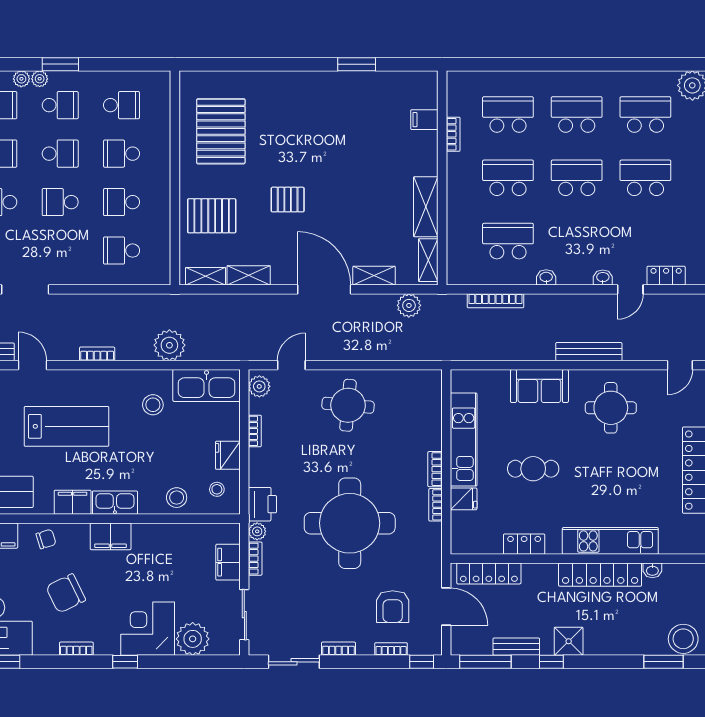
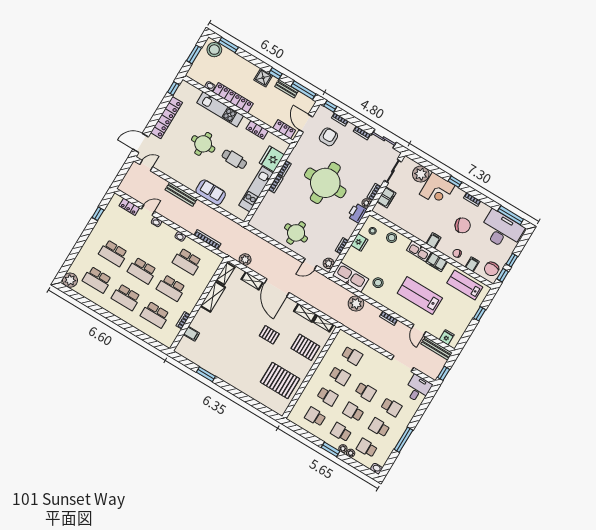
pallet: (221, 131) -> (280, 380), turned 90
round table: (611, 408) -> (203, 144), moved
fridge: (464, 499) -> (272, 159), width x1.88, depth x1.34
filing cabinet: (111, 536) -> (434, 241), width x0.50
locker: (489, 573) -> (284, 129), width x0.66

